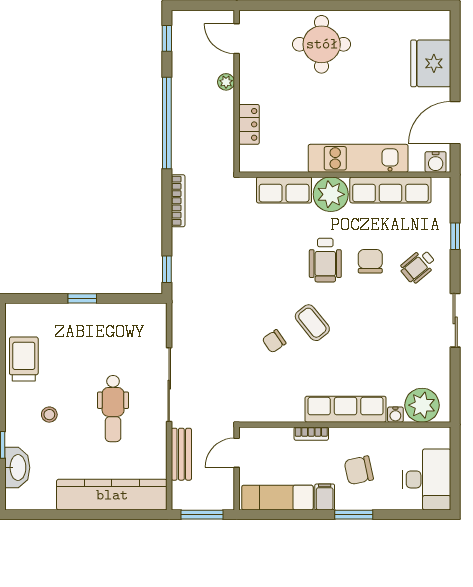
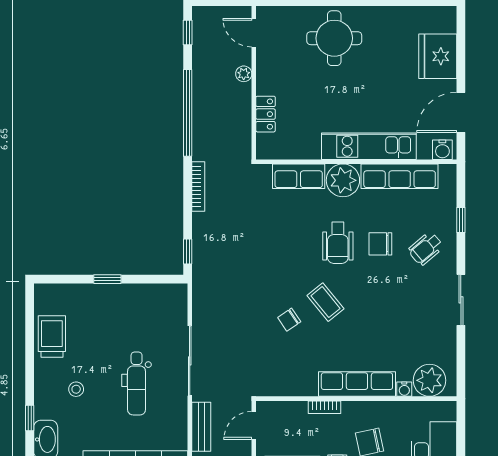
chair: (370, 261) -> (380, 244), turned -90

